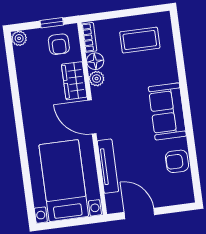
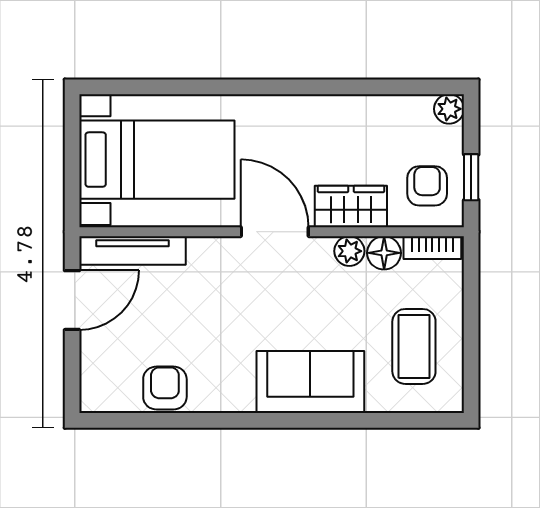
armchair: (59, 44) -> (427, 186), turned 90
sofa: (167, 111) -> (310, 382), moved
door: (92, 117) -> (275, 232), hinge flipped
tv unit: (108, 166) -> (132, 250), moved

